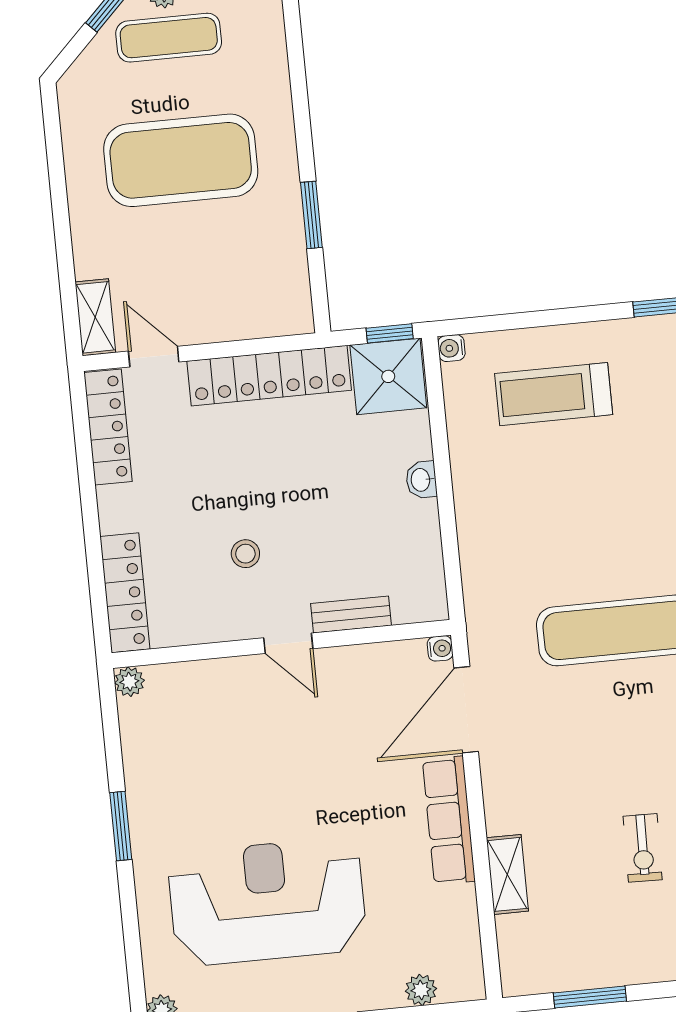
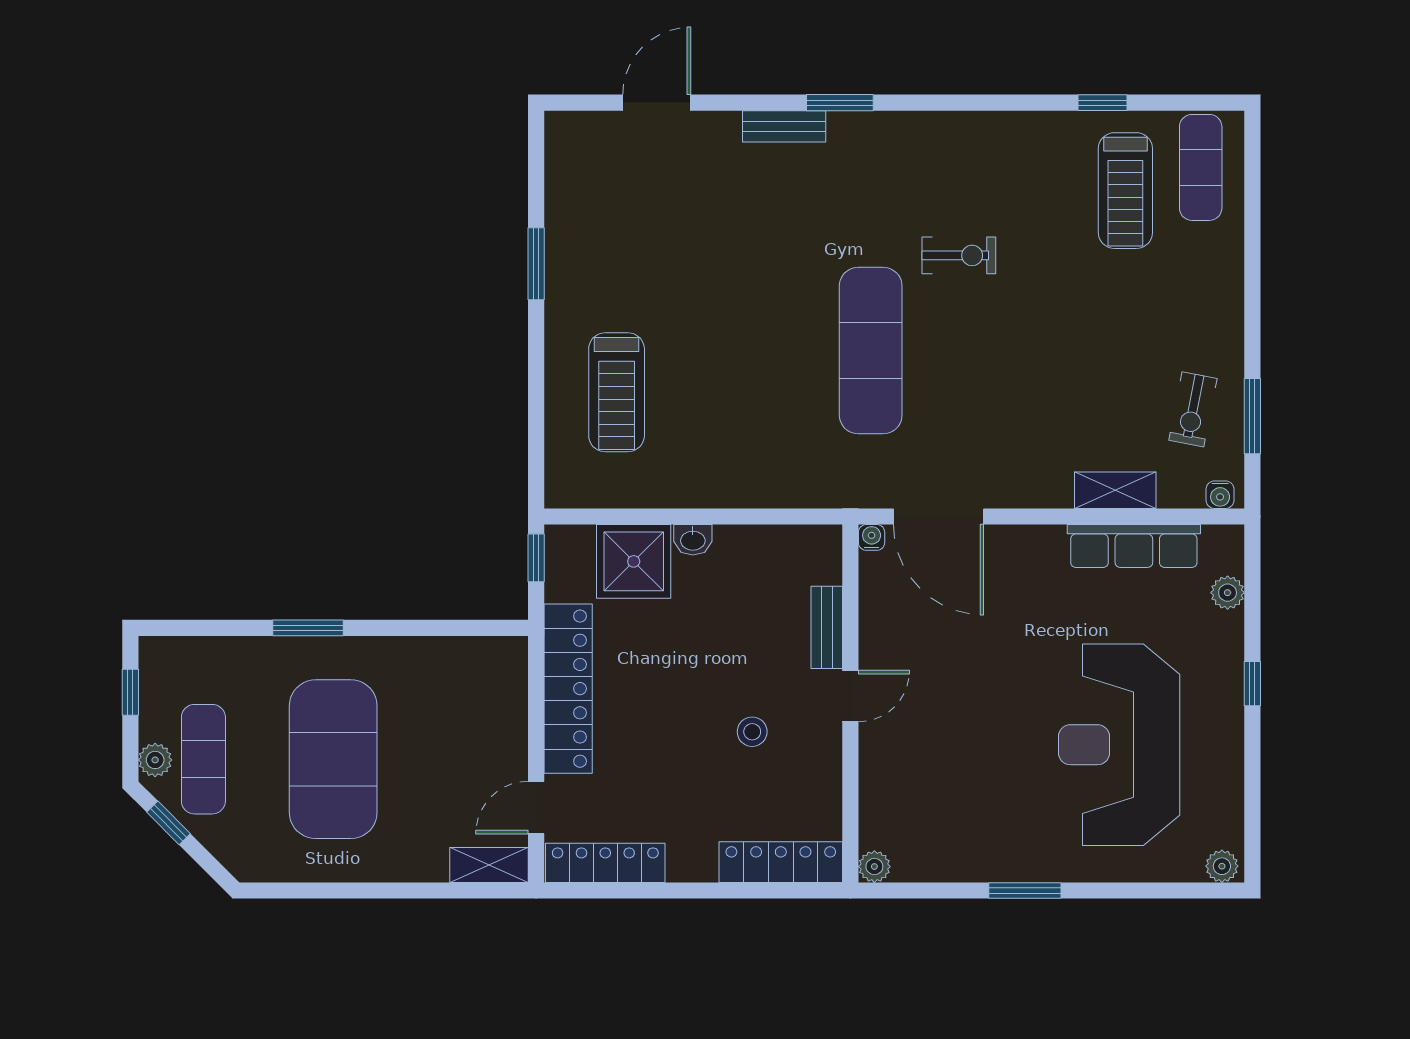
window: (311, 215) -> (308, 628), moved
water cooler: (451, 348) -> (1220, 495), moved
shower: (388, 376) -> (634, 561), moved
row of seats: (449, 820) -> (1134, 546), moved
exercise bike: (643, 848) -> (1193, 409), moved, turned 100

